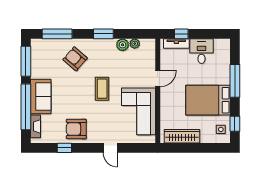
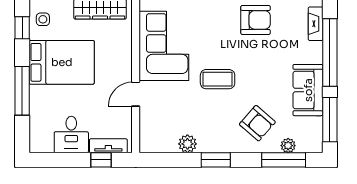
plant: (135, 44) -> (288, 146), moved
coffee table: (102, 89) -> (218, 79), turned 90
sofa: (41, 97) -> (308, 90), moved

